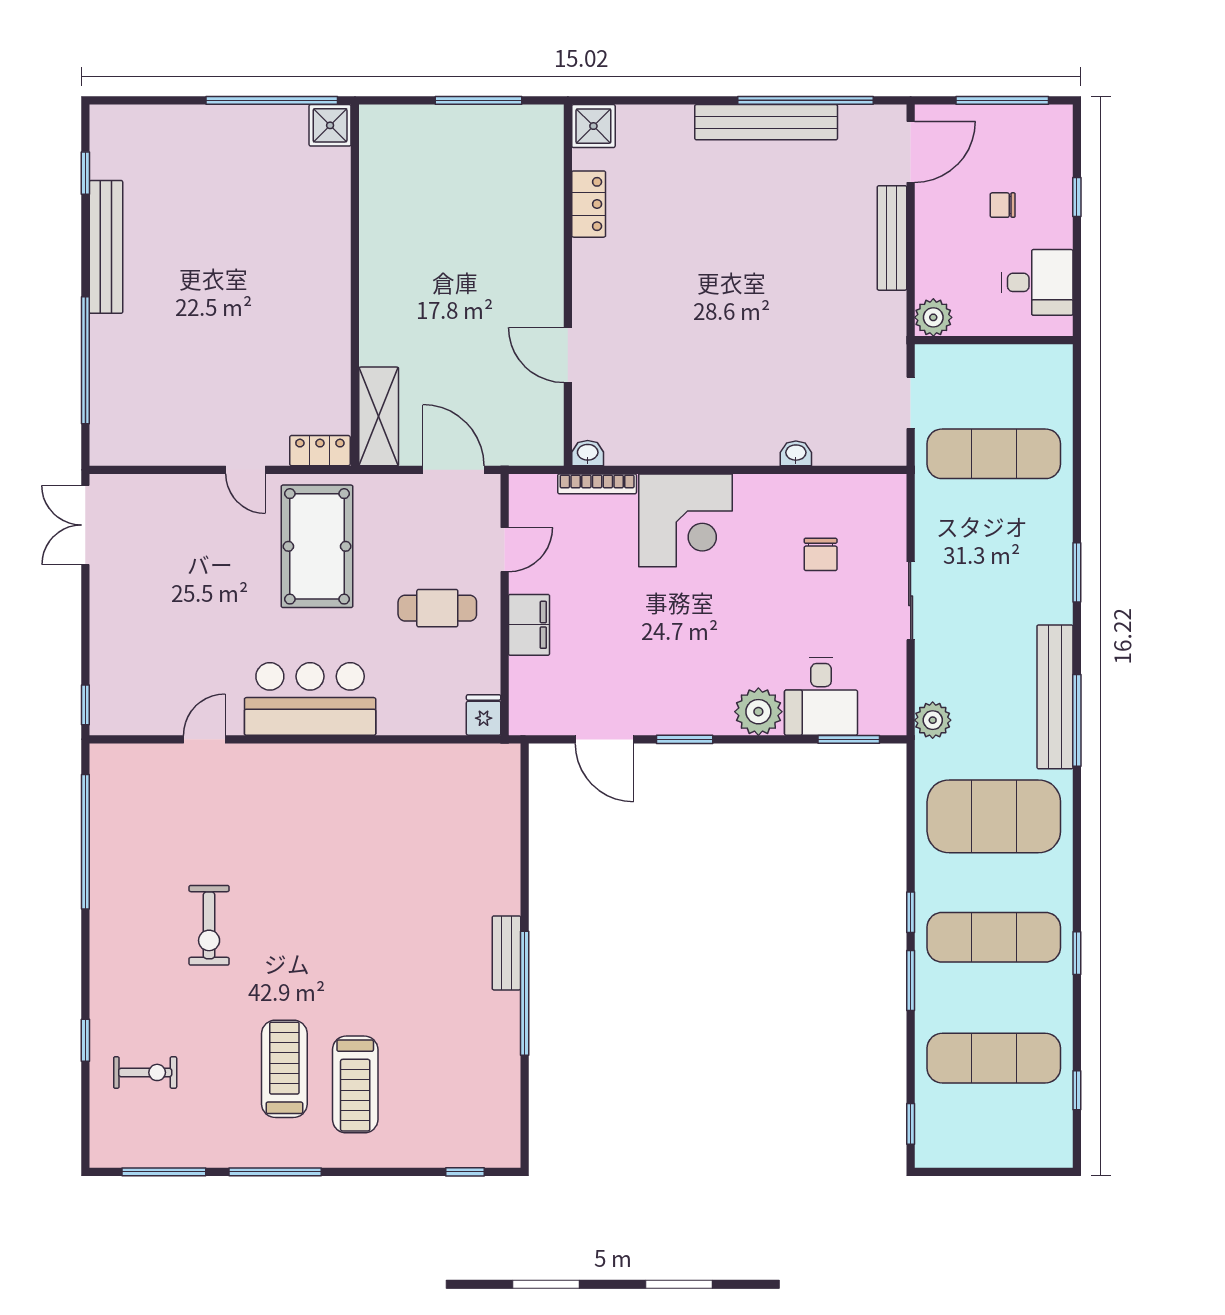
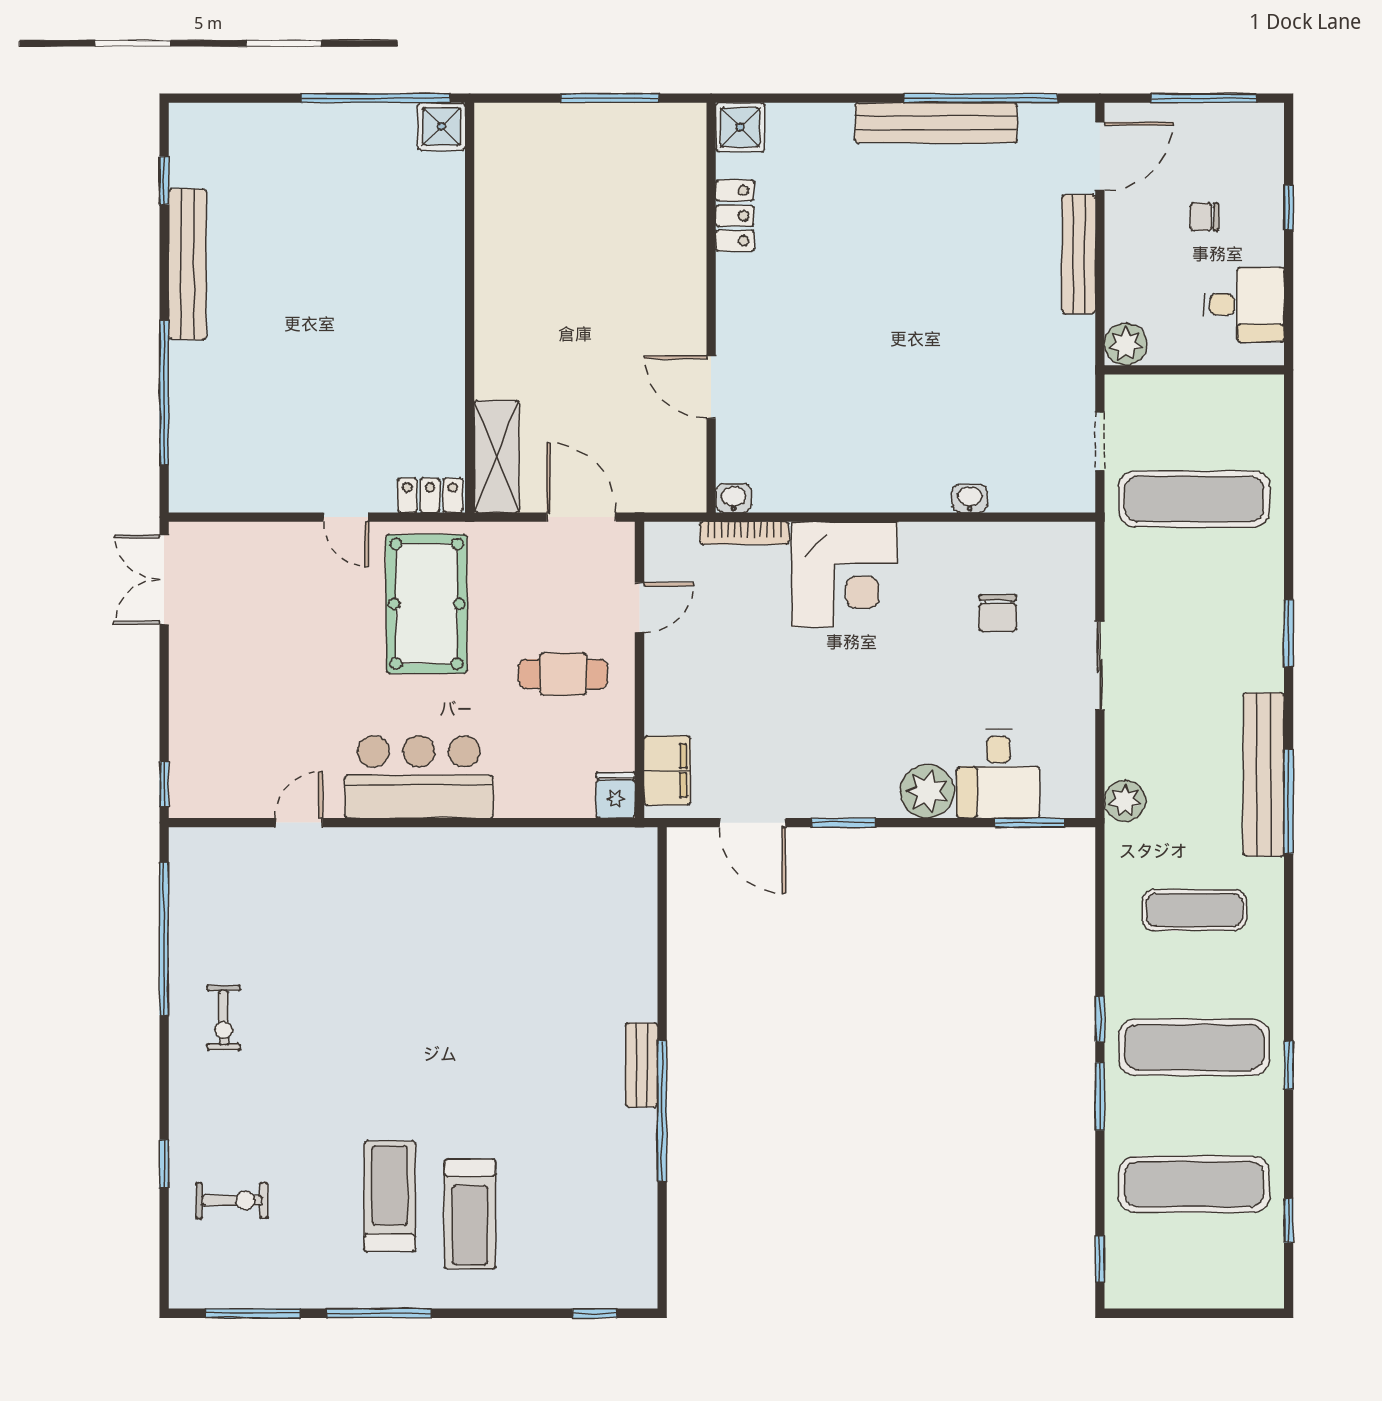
filing cabinet: (529, 625) -> (667, 771), moved
exercise mat: (994, 816) -> (1194, 910), width x0.50, depth x0.69
exercise bike: (209, 925) -> (224, 1018), moved, width x0.73, depth x0.72

